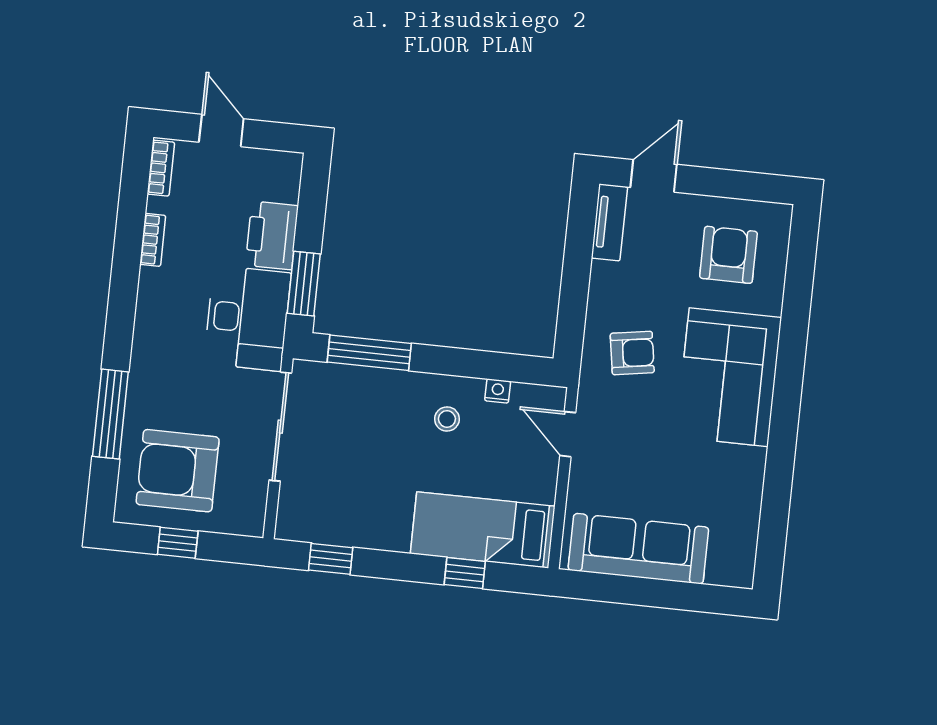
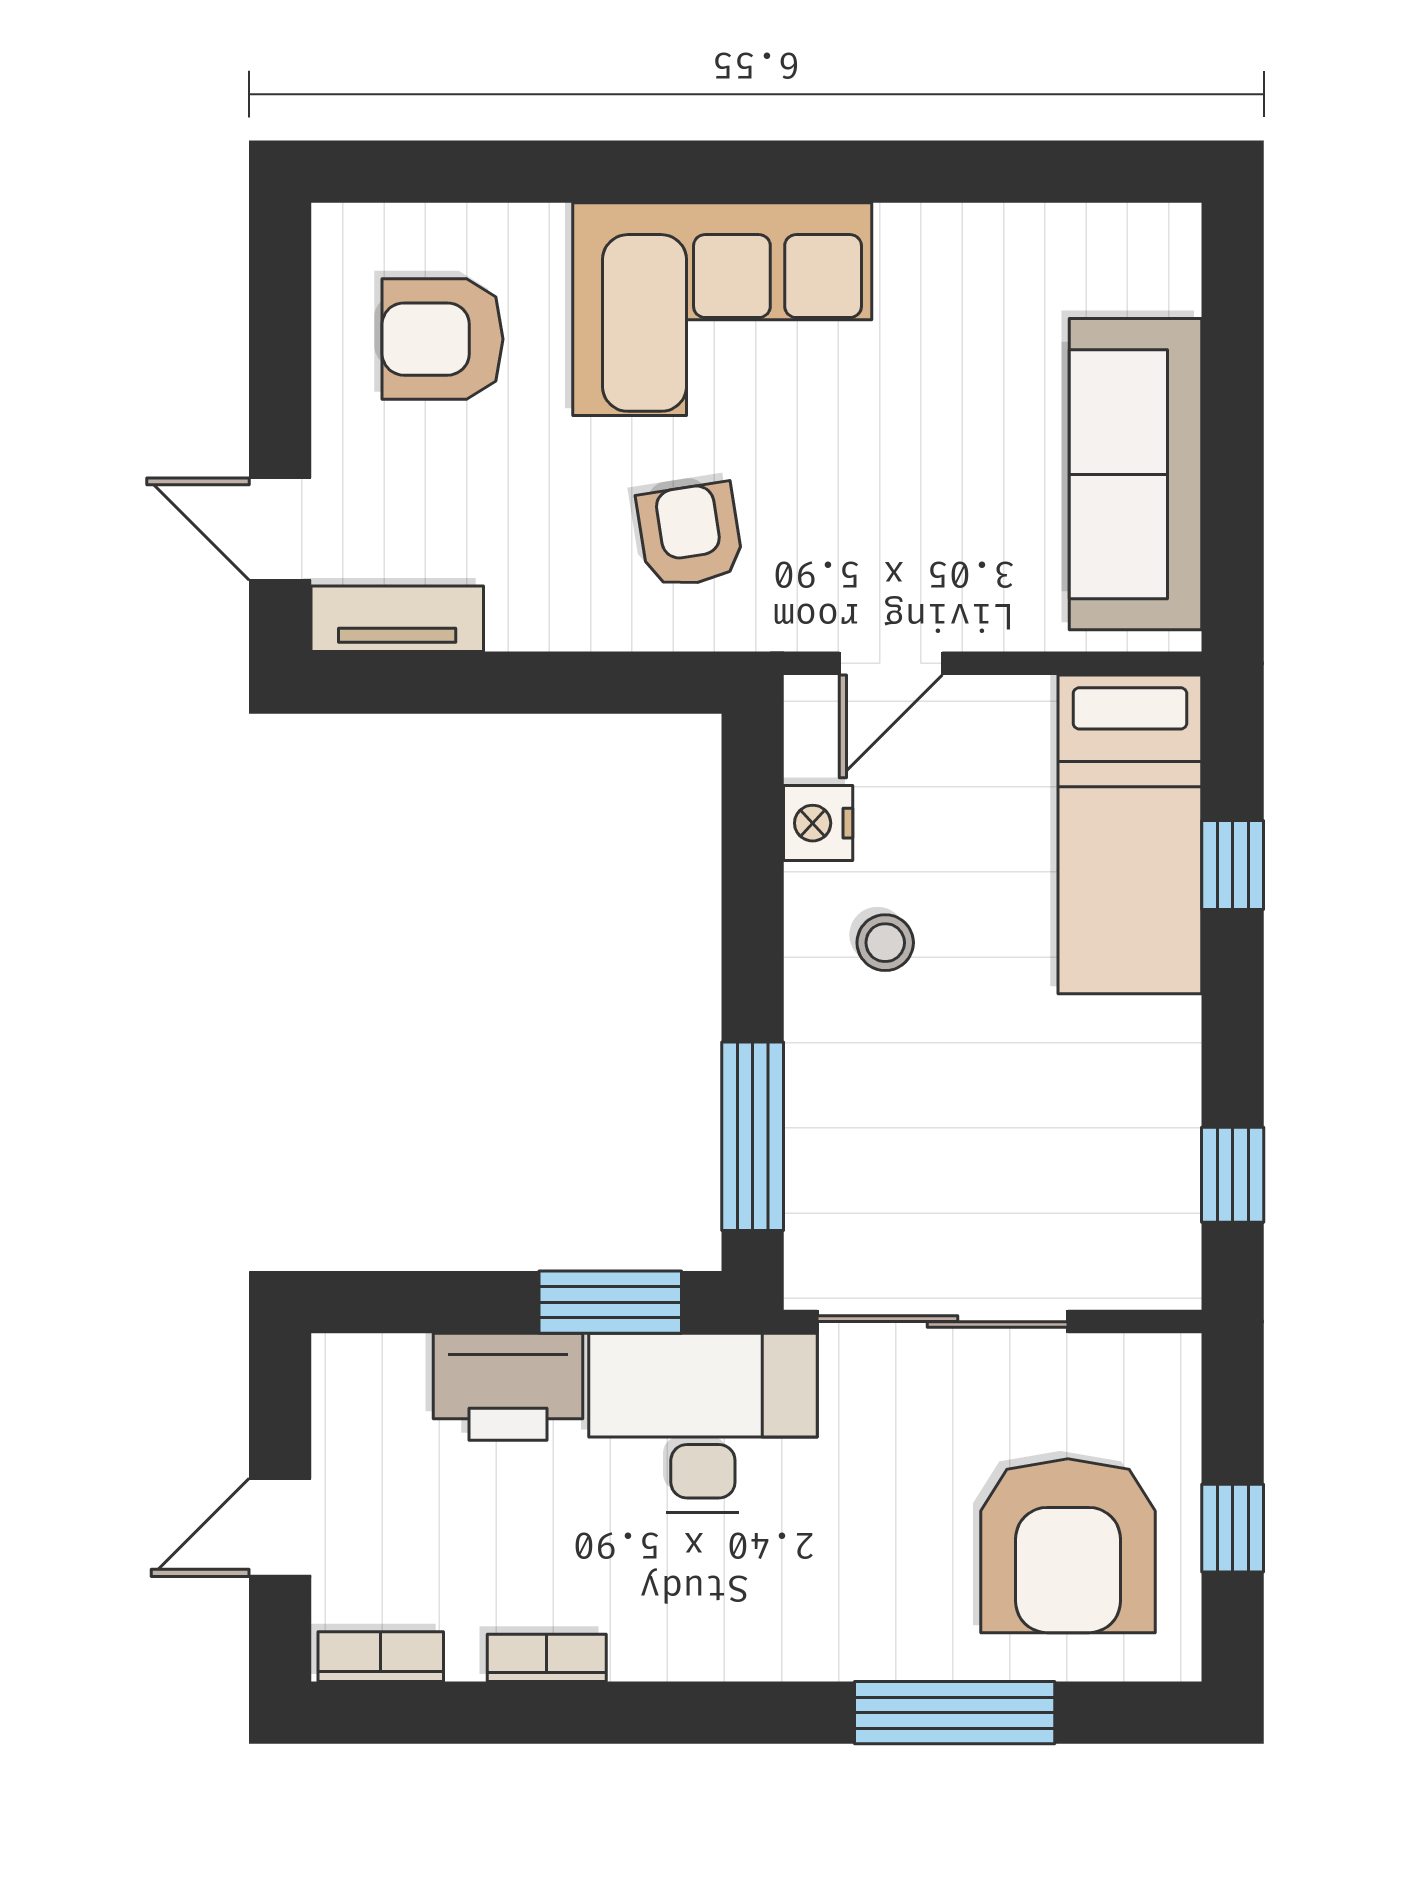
nightstand: (498, 391) -> (818, 823), width x1.39, depth x1.35

